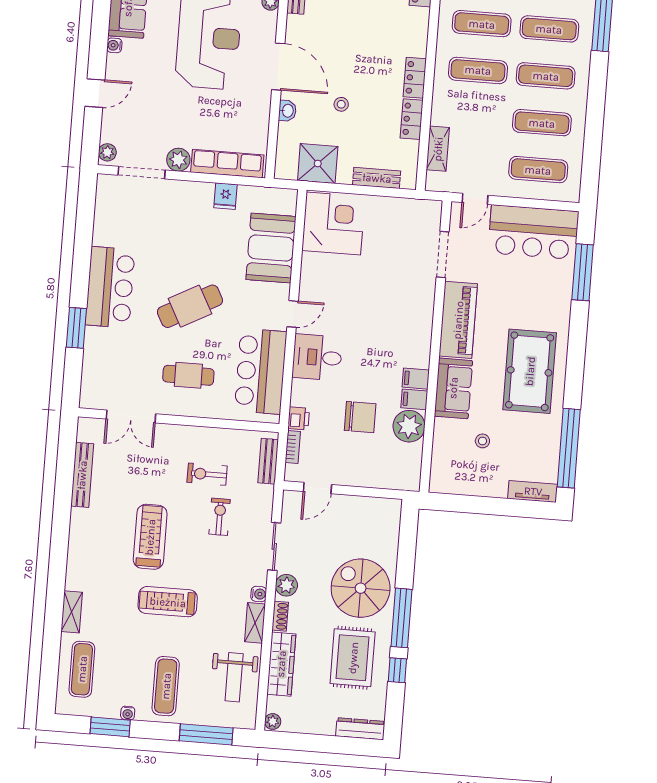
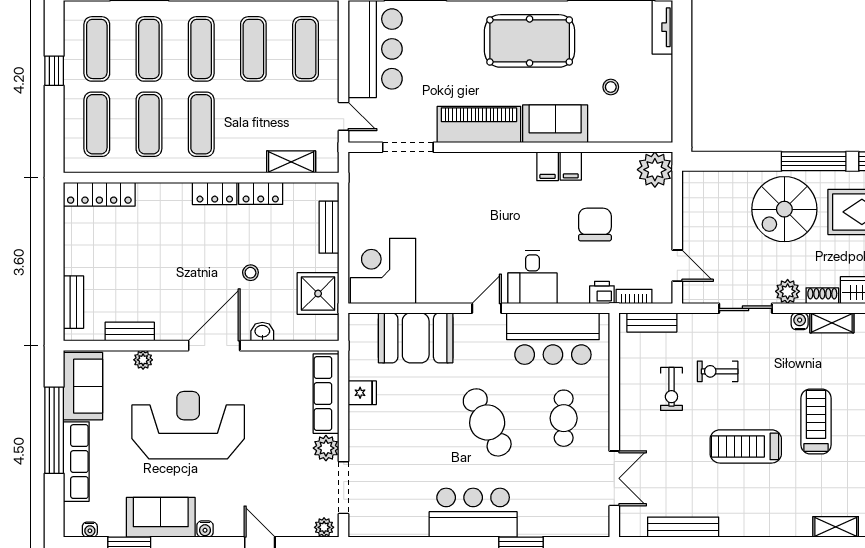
door: (293, 314) -> (487, 308), hinge flipped
plant: (409, 426) -> (655, 170), moved
treadmill: (168, 602) -> (816, 421), turned 180

